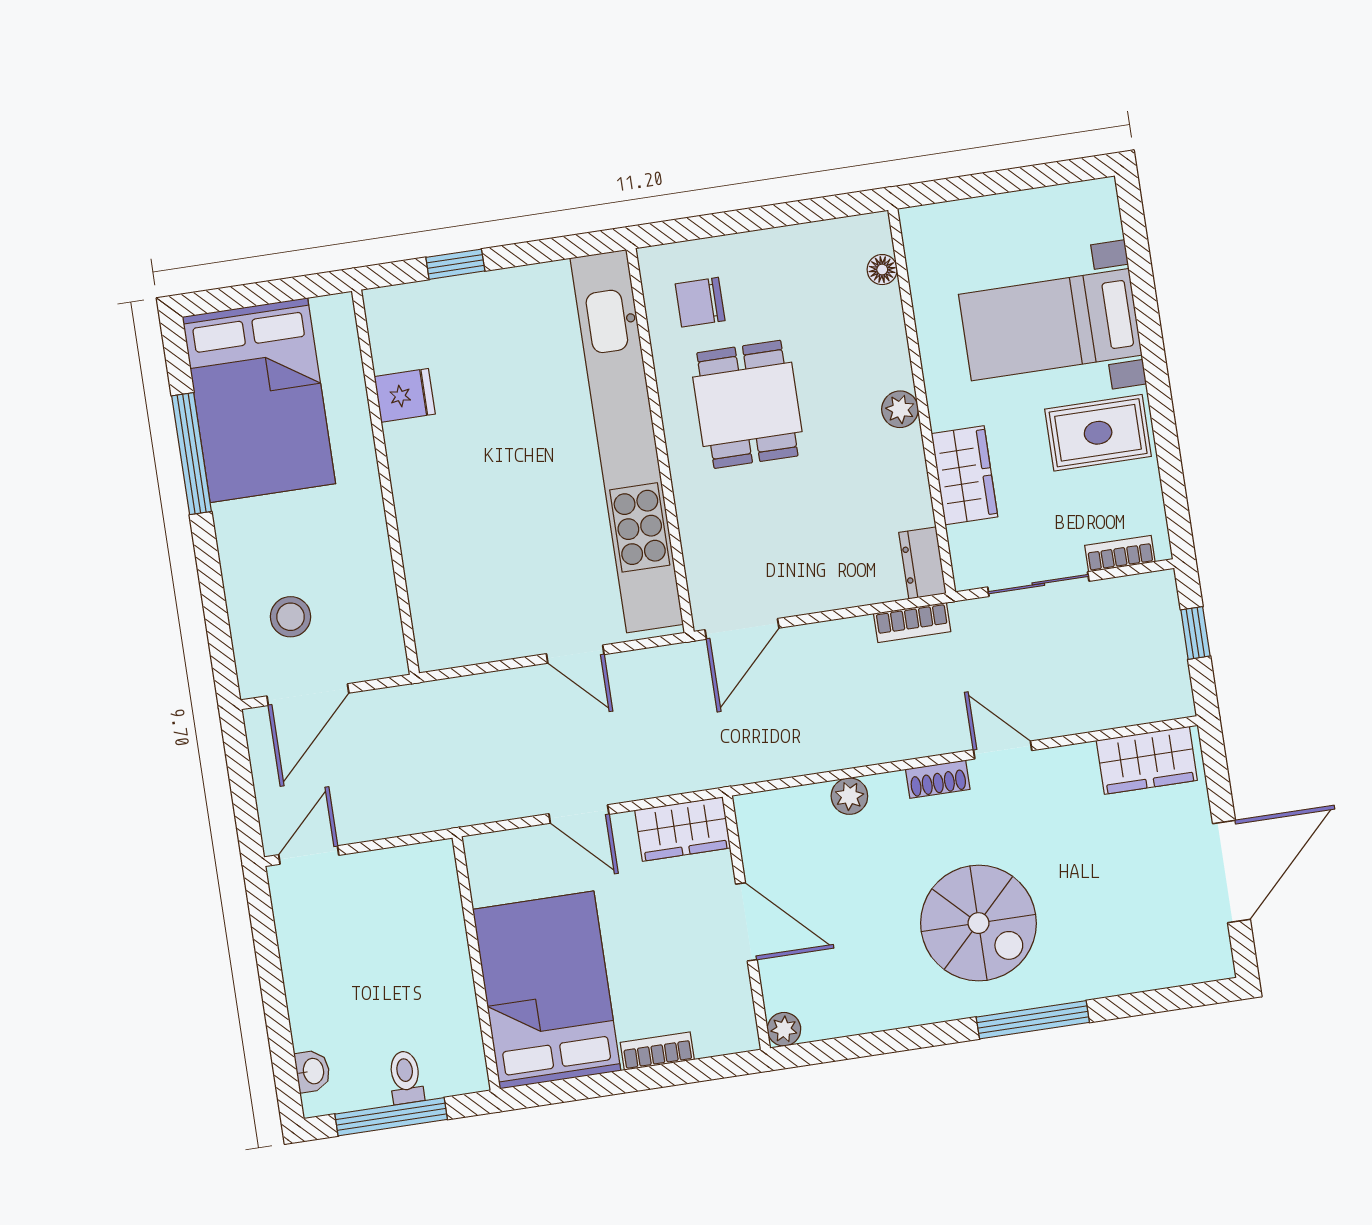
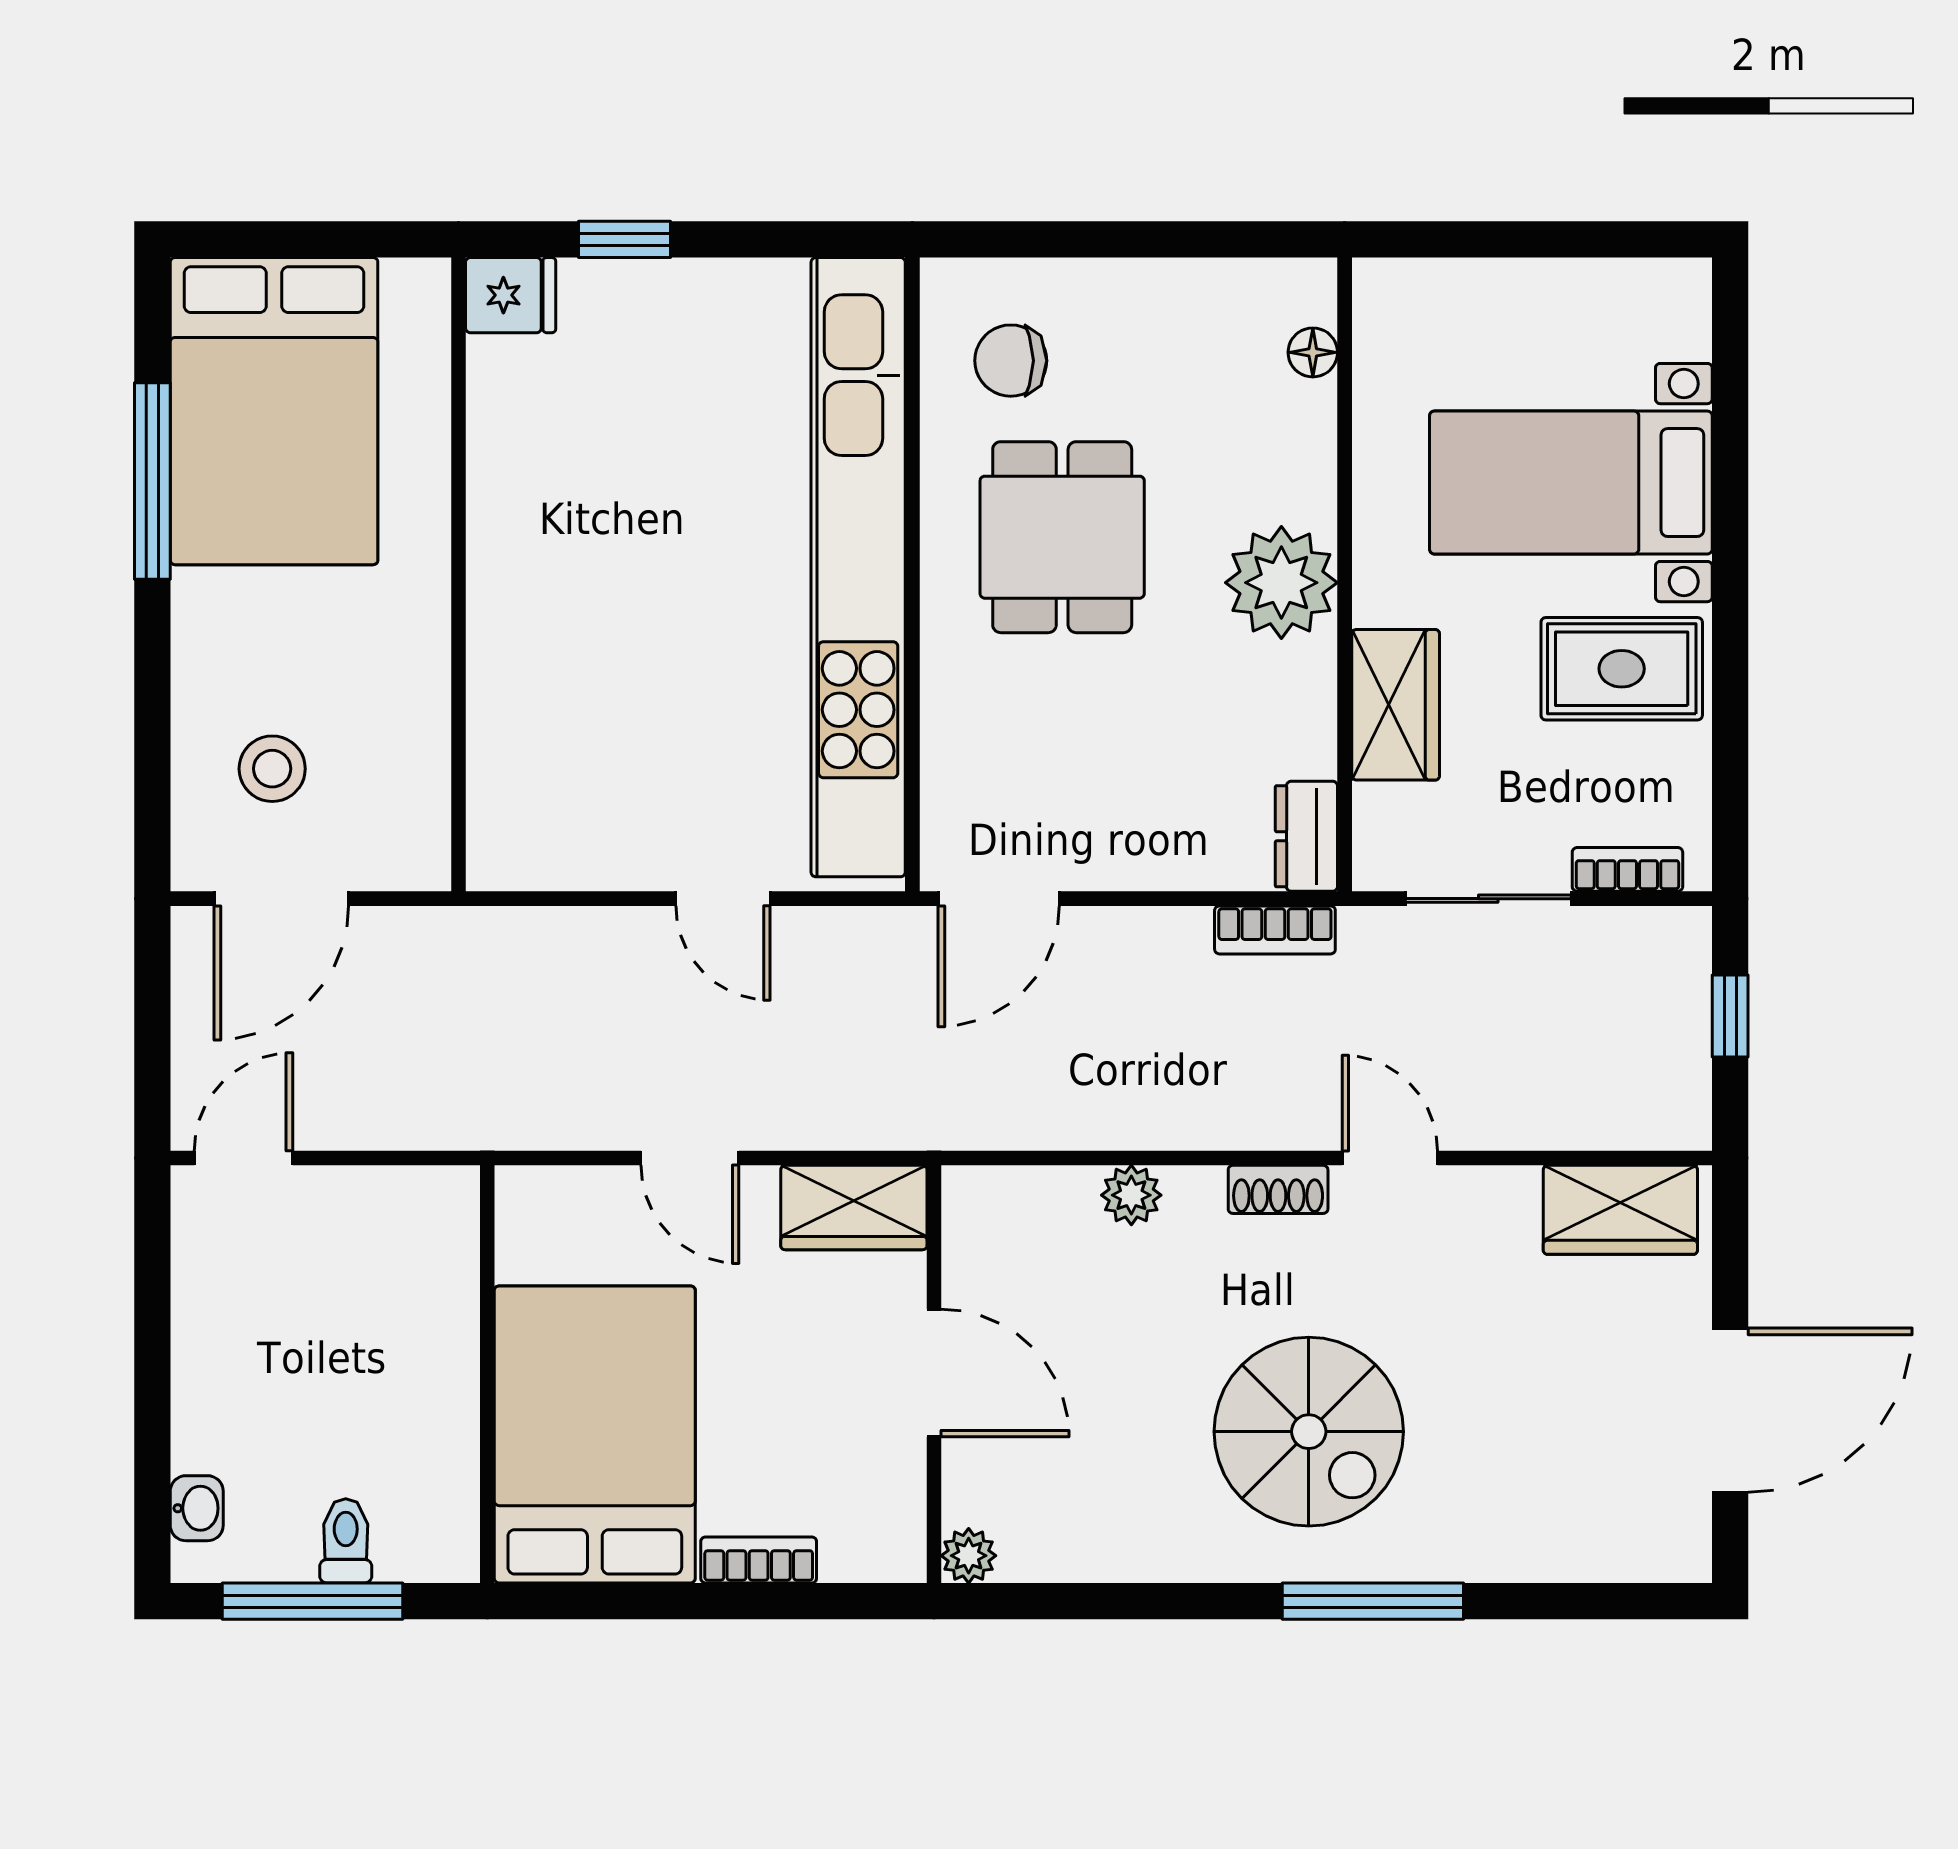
fridge: (405, 395) -> (511, 295), moved
plant: (900, 409) -> (1281, 583), width x1.88, depth x1.88

